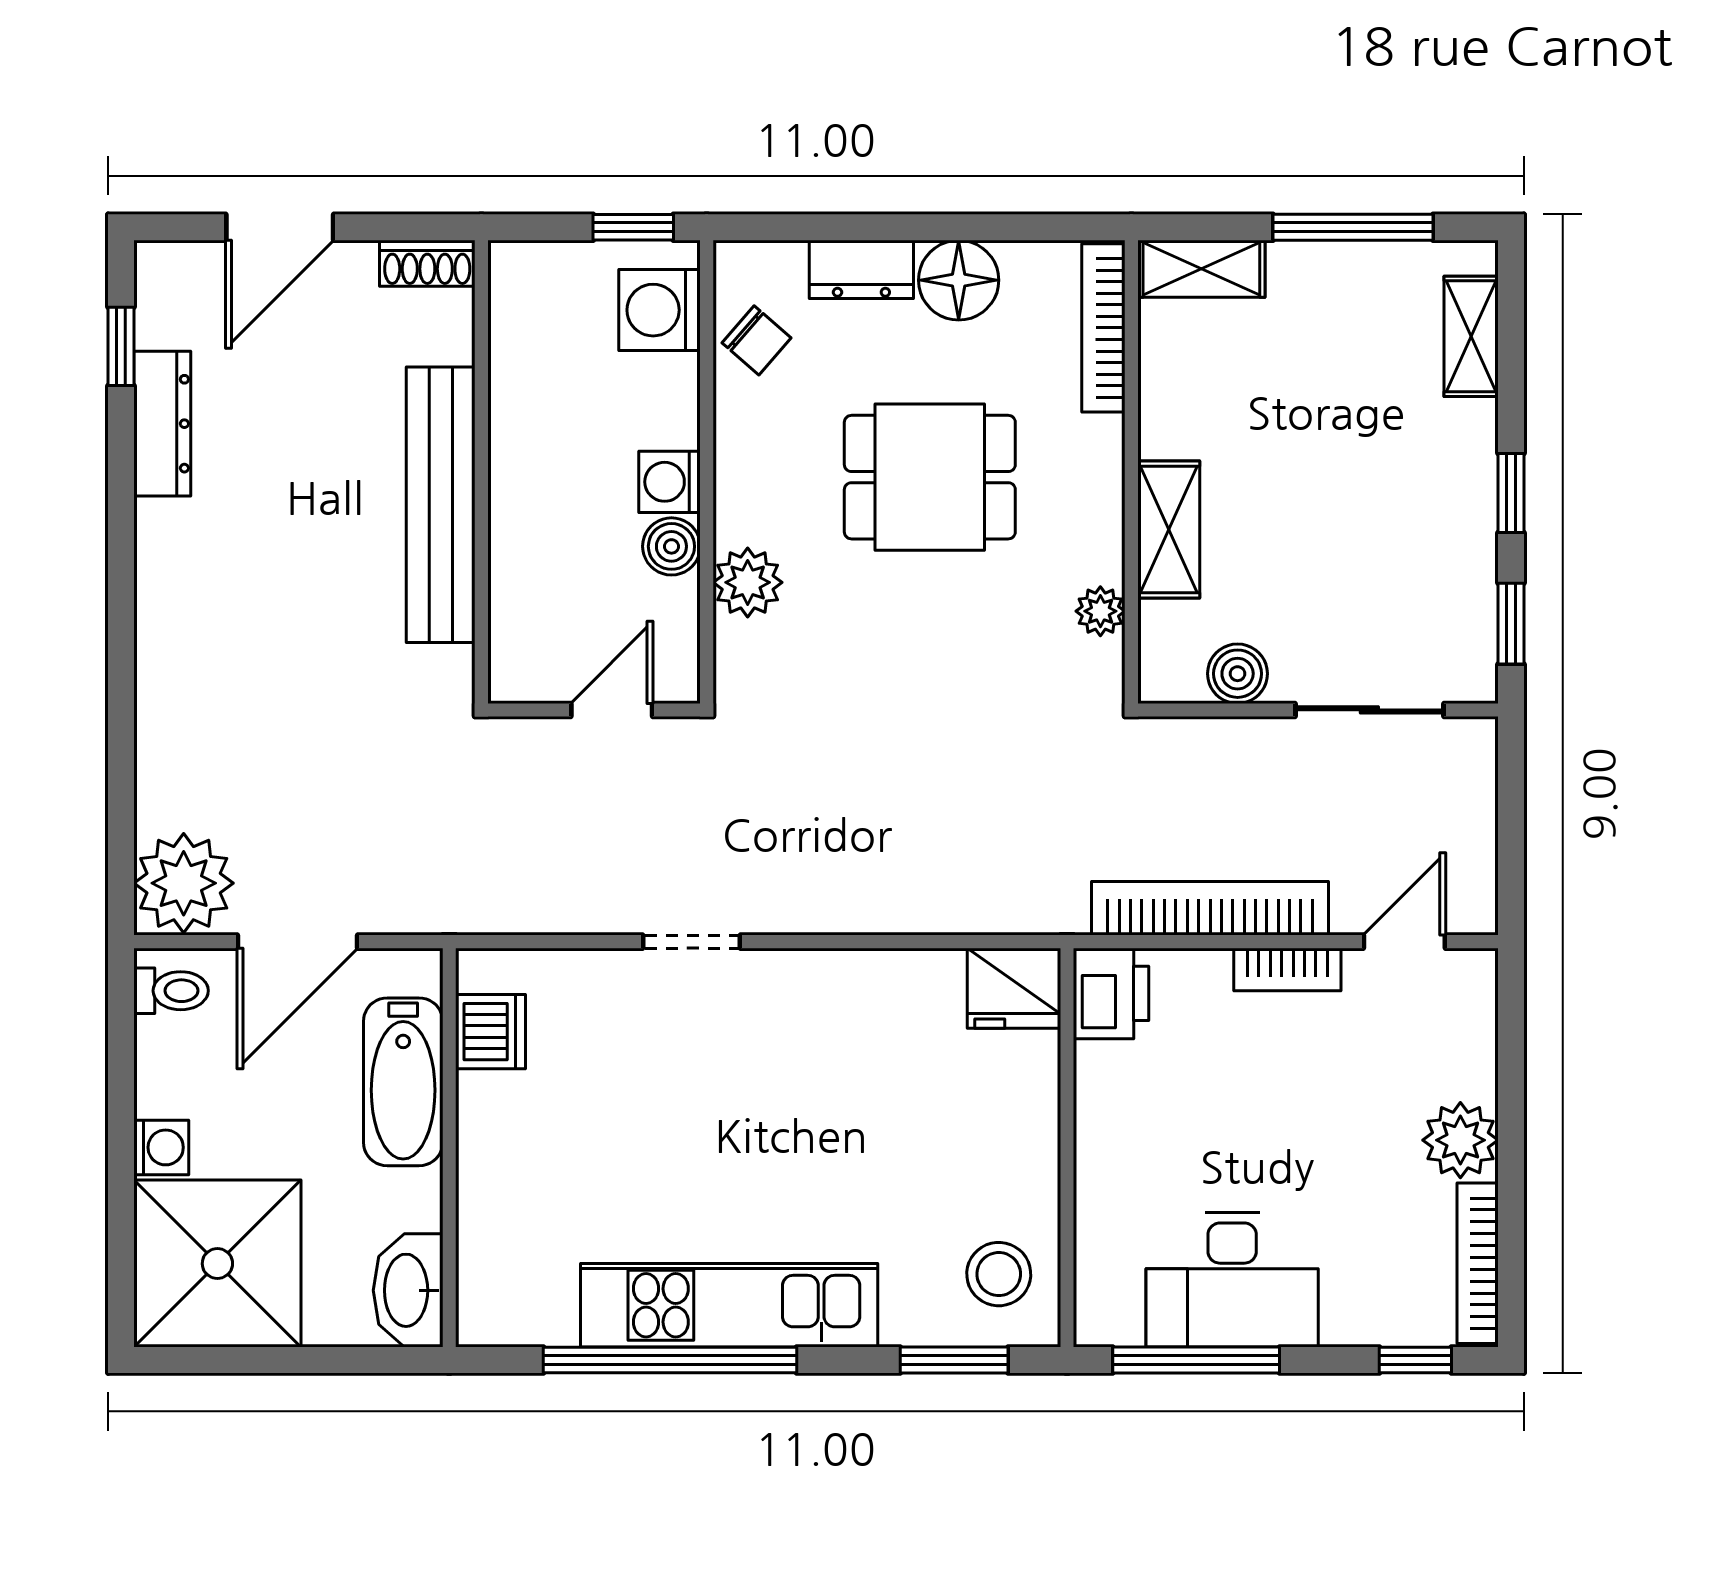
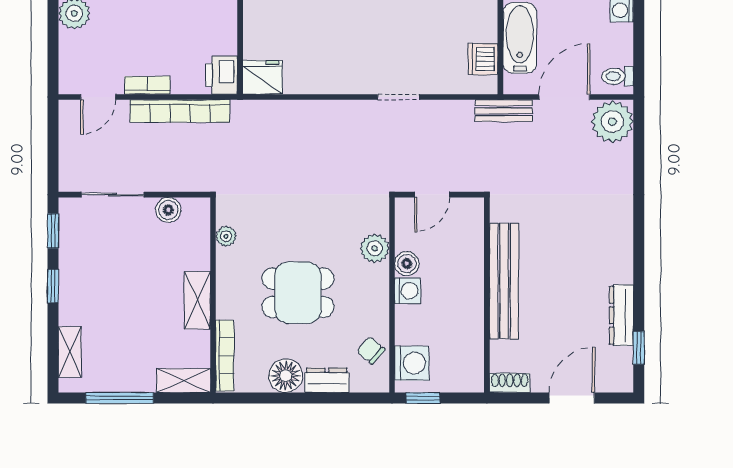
shelving: (1169, 530) -> (197, 300), moved
bench: (441, 909) -> (504, 111), added

